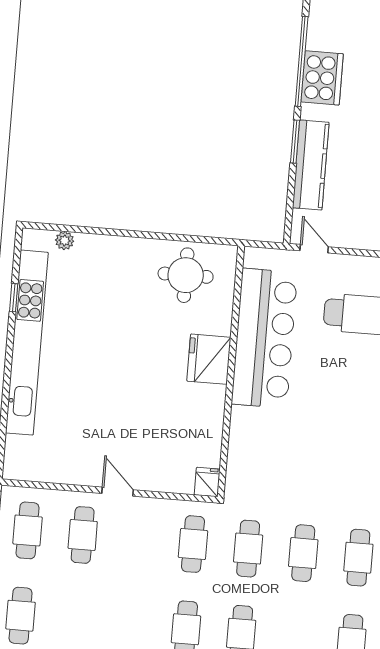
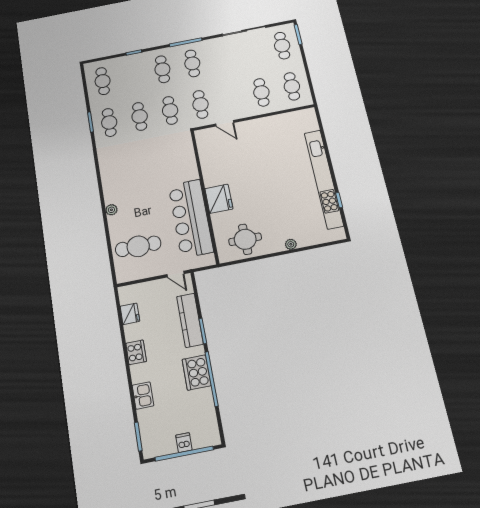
plant: (65, 241) -> (291, 244), moved
fridge: (207, 482) -> (202, 137), removed
door: (118, 492) -> (225, 123), moved

